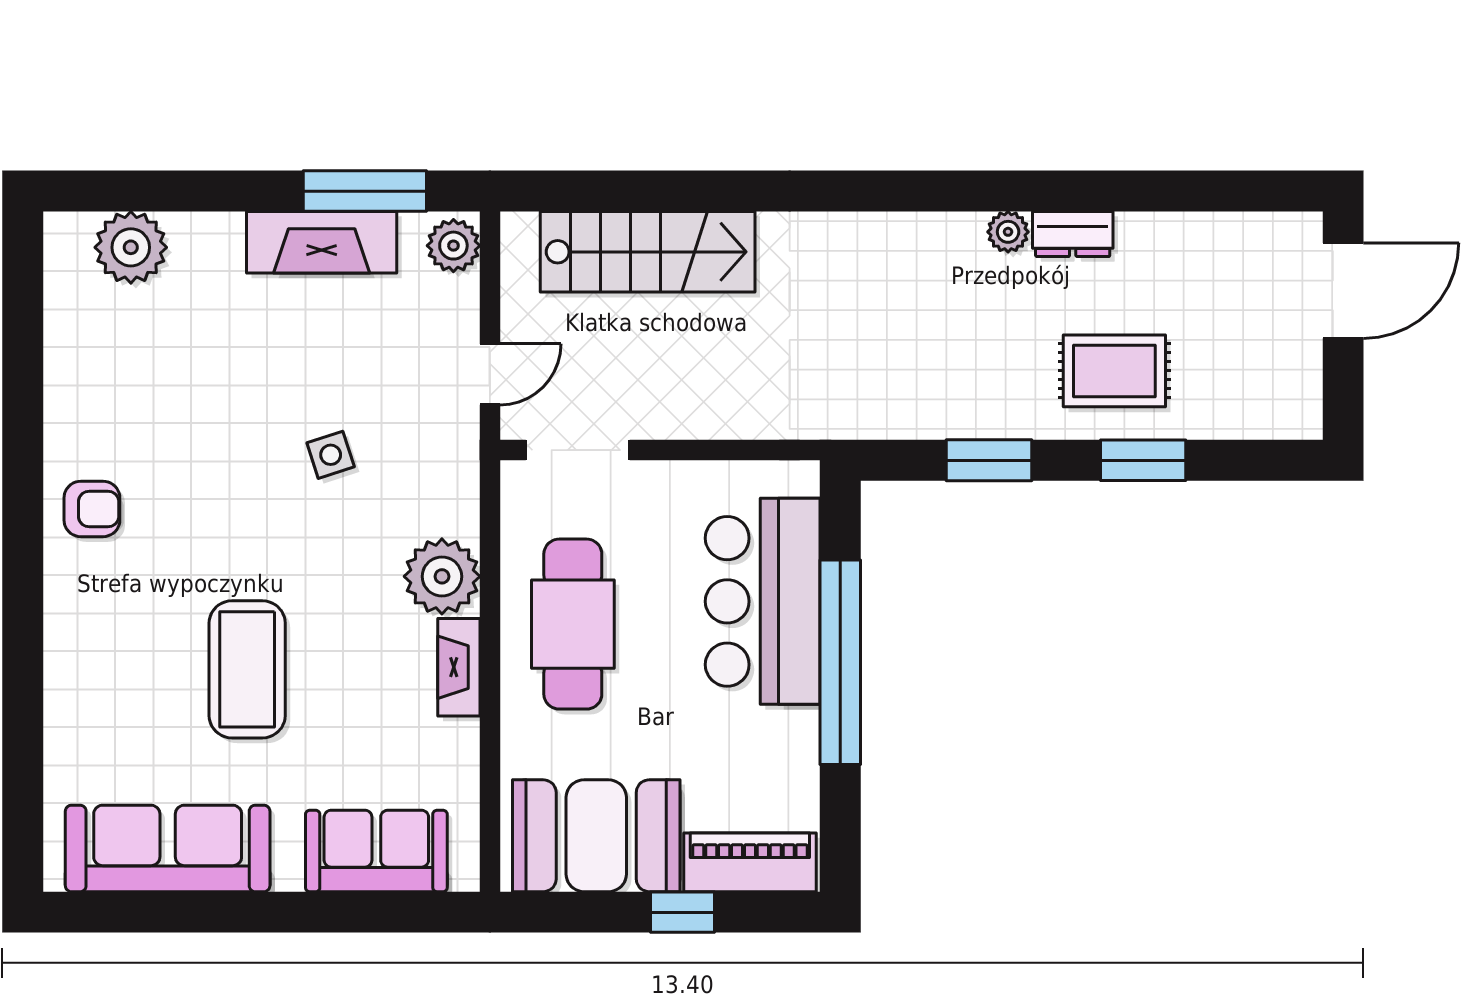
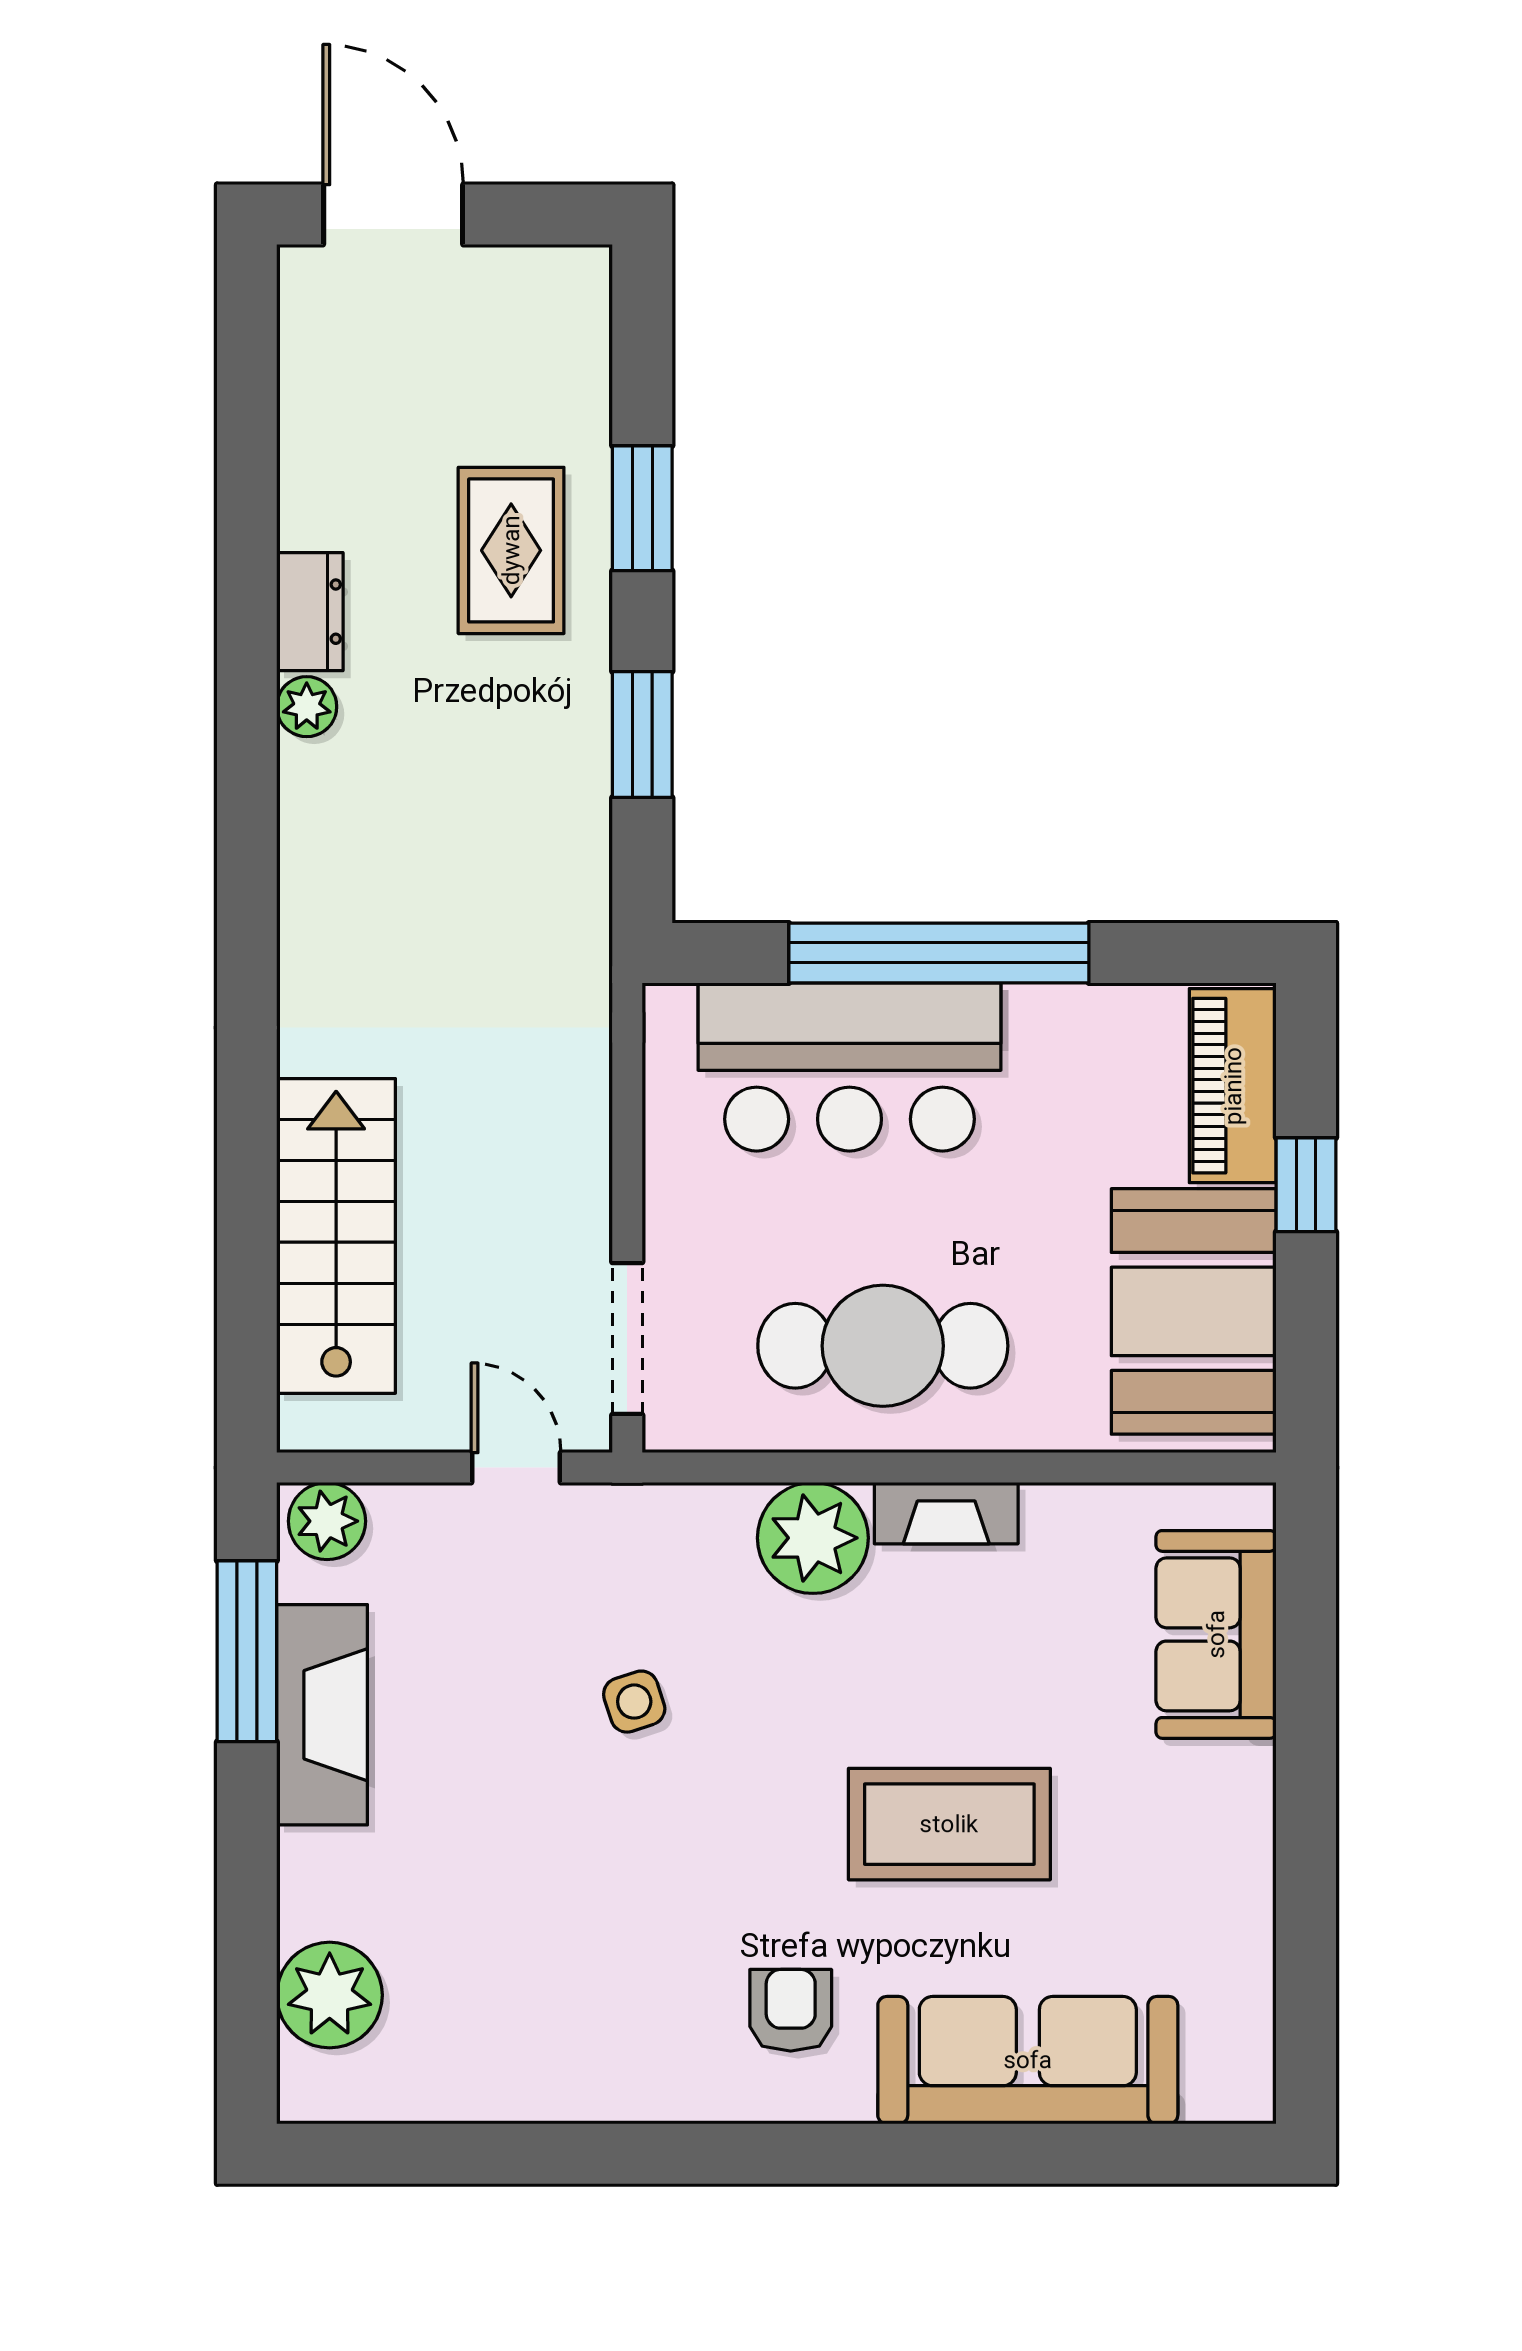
armchair: (92, 509) -> (791, 2010), moved
sofa: (168, 848) -> (1028, 2060), moved, turned 90

